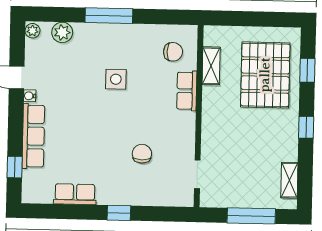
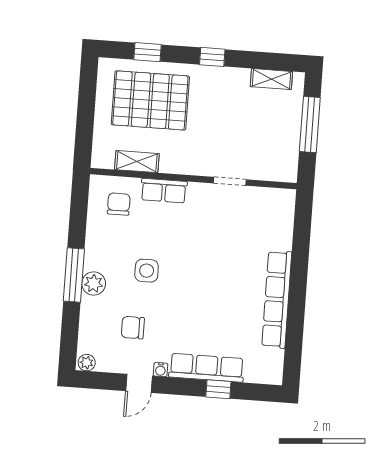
plant: (62, 32) -> (94, 283), moved
chair: (142, 154) -> (133, 328), moved
window: (15, 167) -> (218, 389), moved
doorway: (197, 174) -> (230, 181), moved
row of seats: (75, 194) -> (277, 299), width x2.02
window: (119, 213) -> (299, 275), removed

